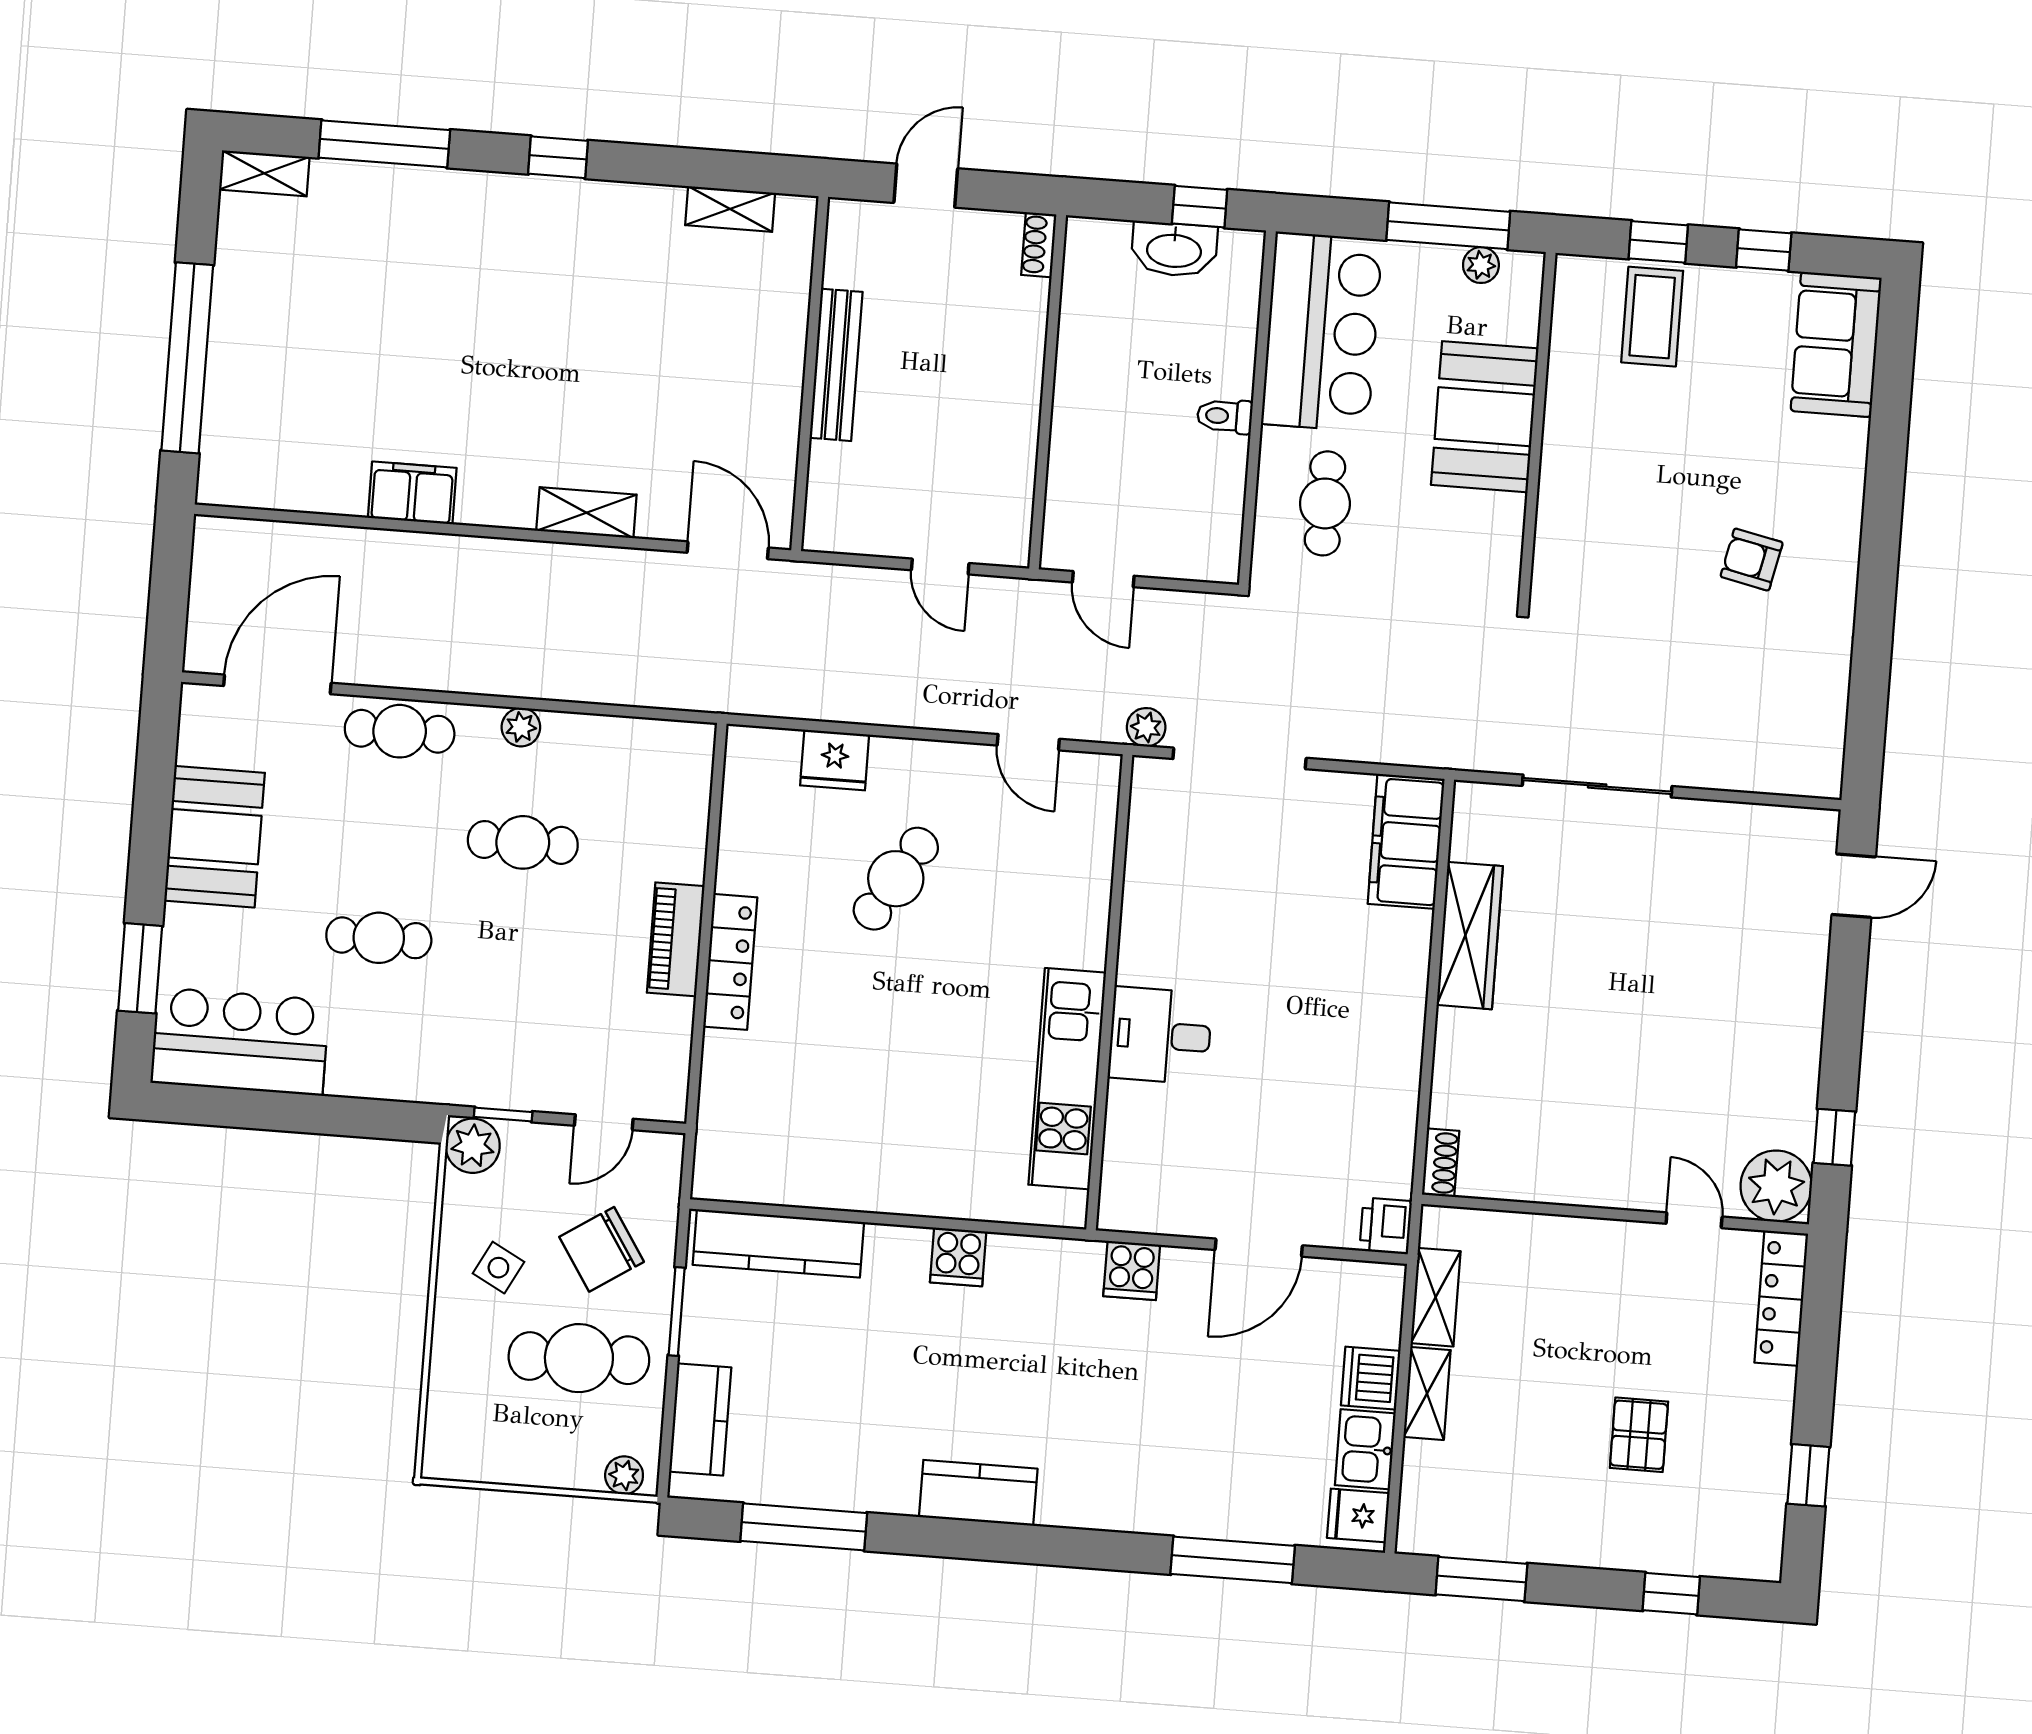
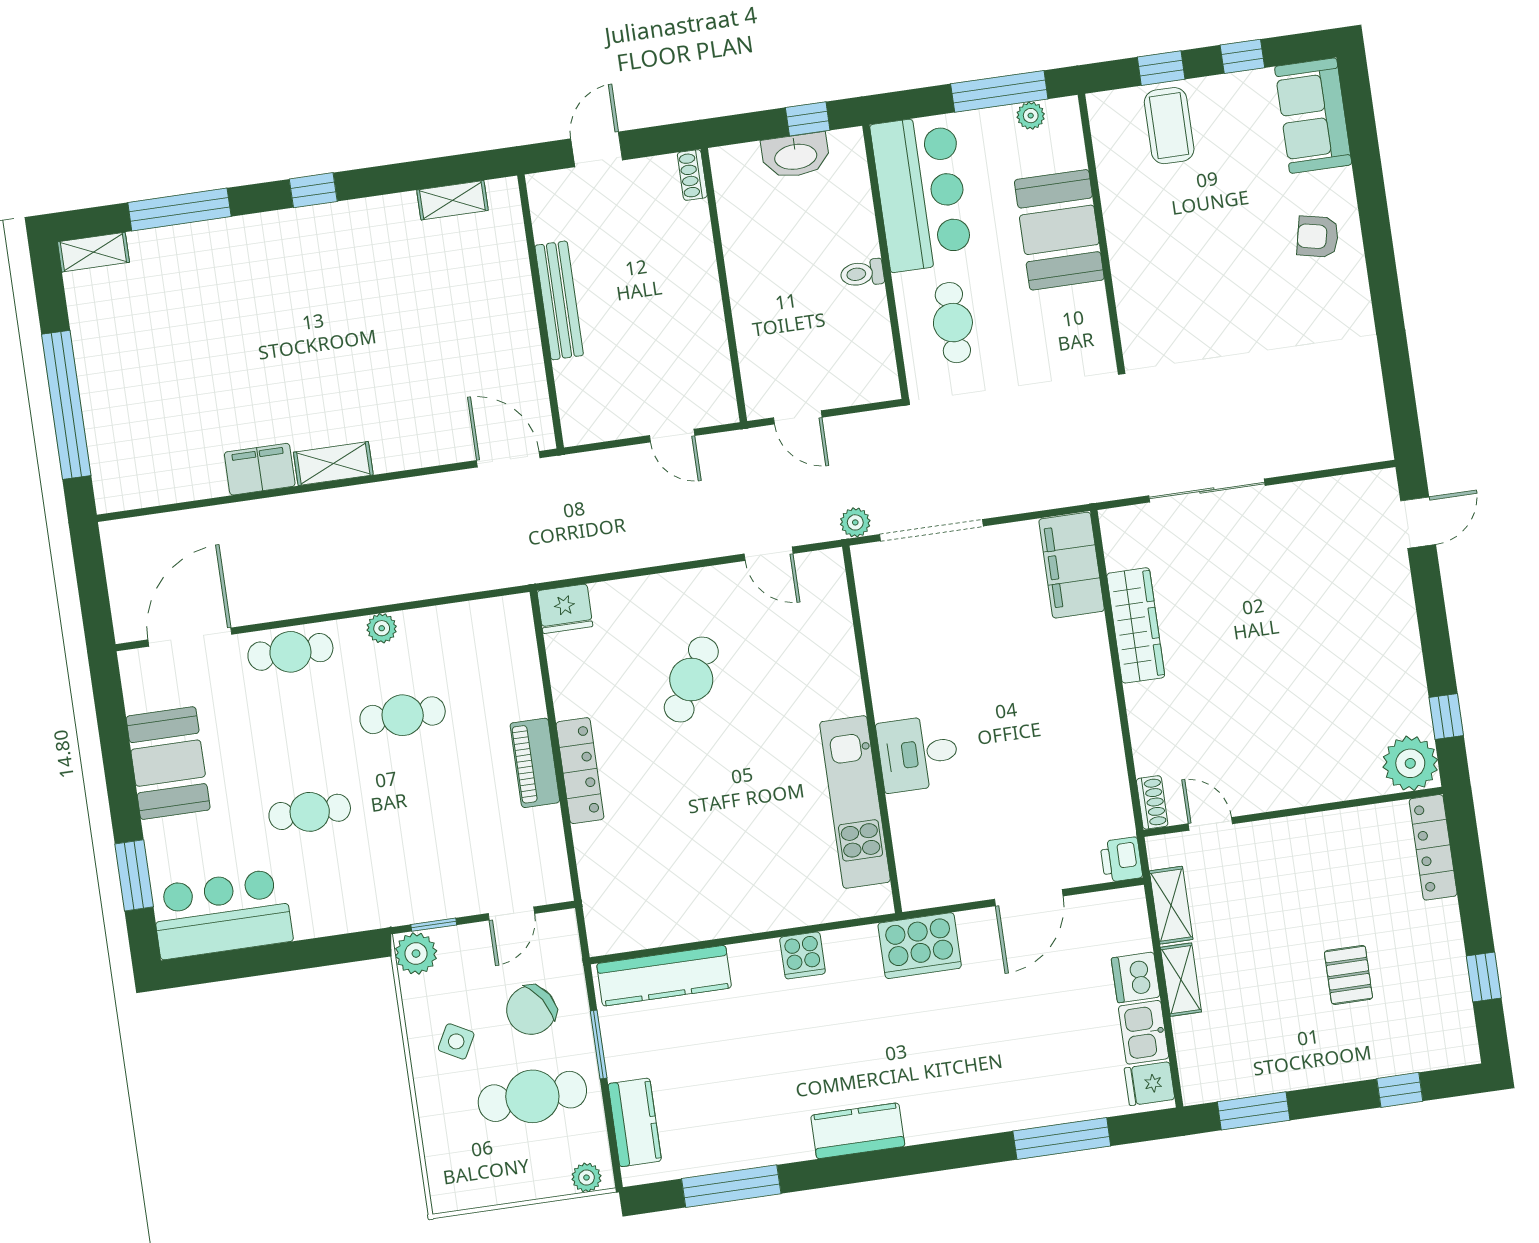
shelving: (586, 513) -> (333, 464), moved
armchair: (1752, 560) -> (1318, 237), moved
fridge: (835, 760) -> (565, 609), moved
door: (1694, 1220) -> (1210, 824), moved
cooker: (1132, 1270) -> (920, 946), width x1.87, depth x1.31

